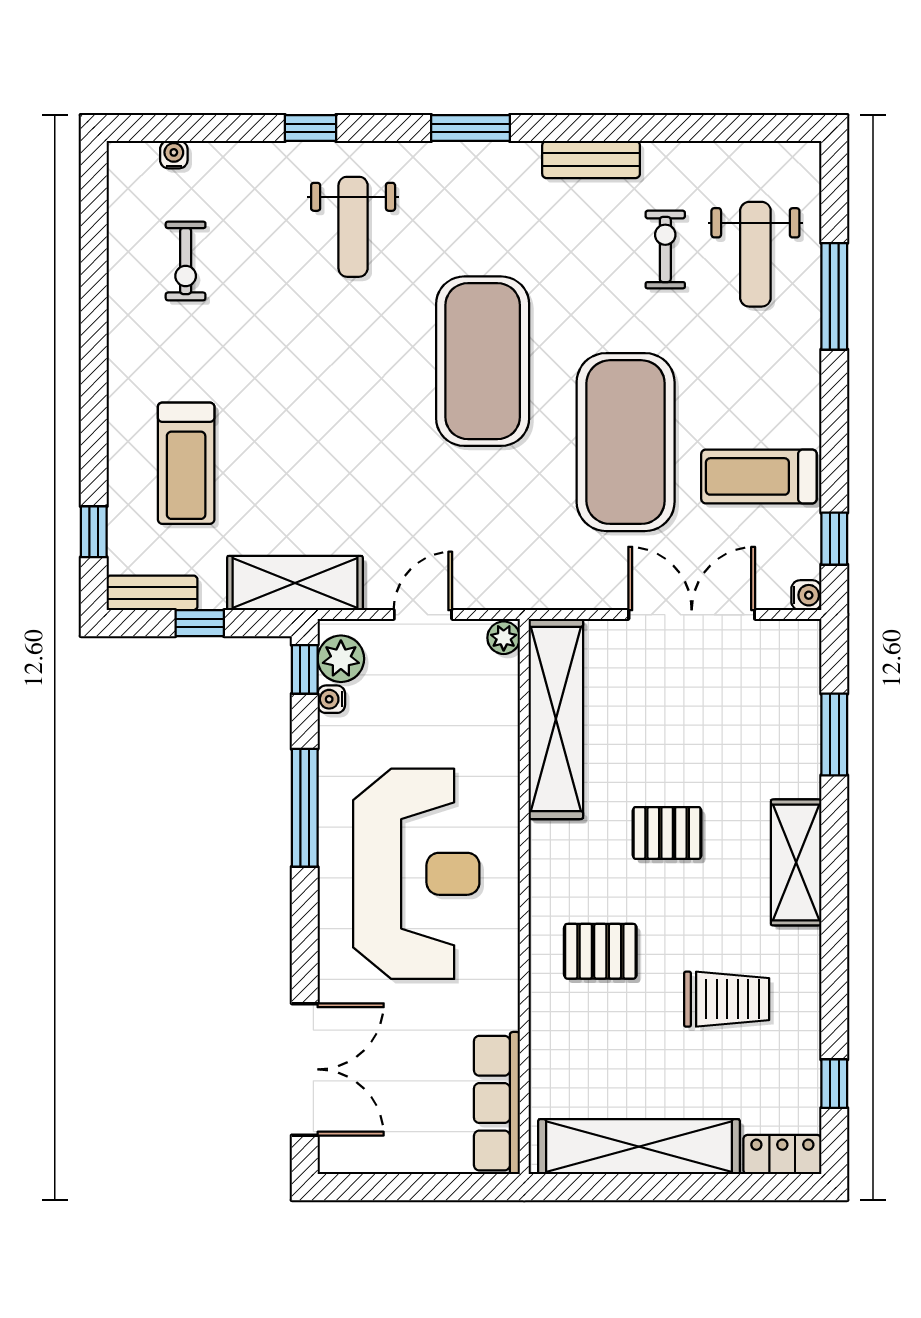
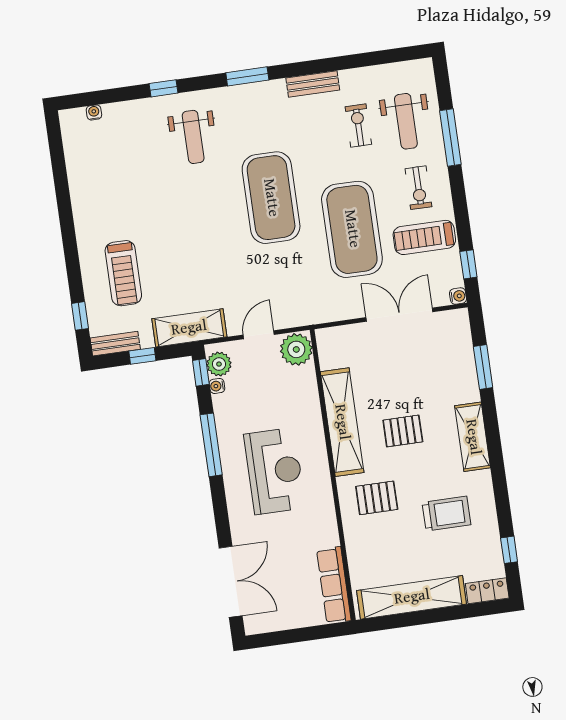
exercise bike: (186, 261) -> (418, 188), moved
plant: (504, 638) -> (296, 349), width x1.88, depth x1.88
shelving: (556, 719) -> (342, 422), moved
reception desk: (416, 874) -> (275, 471), width x0.74, depth x0.77

